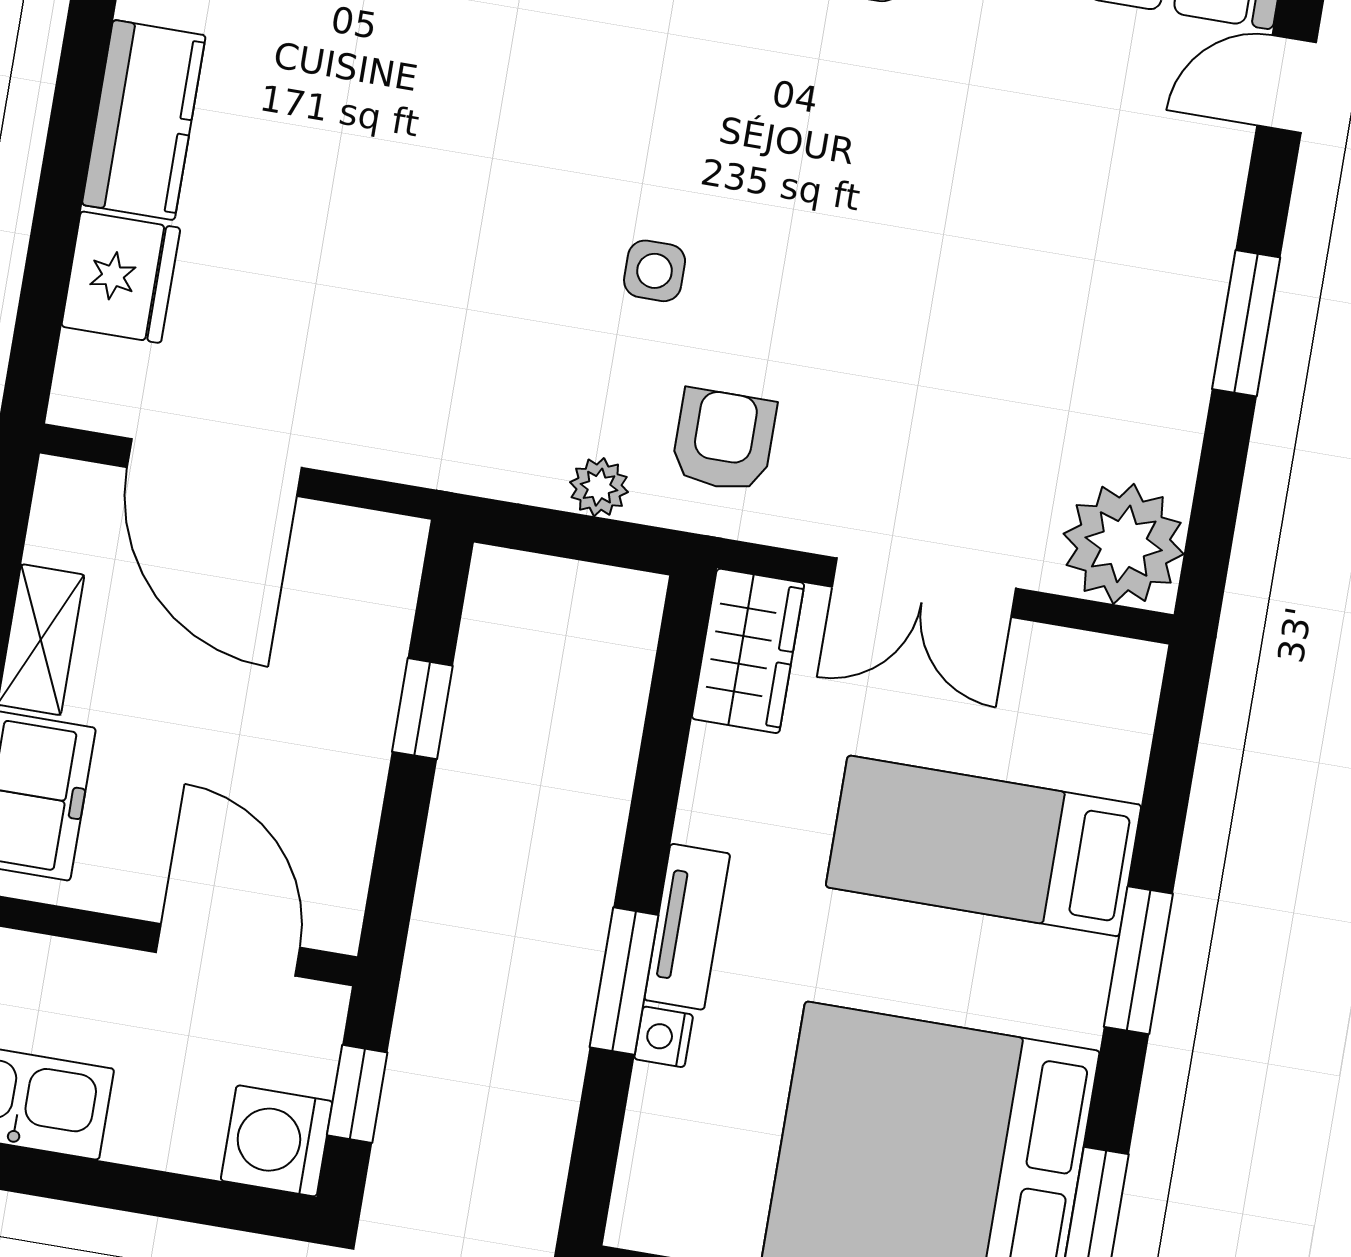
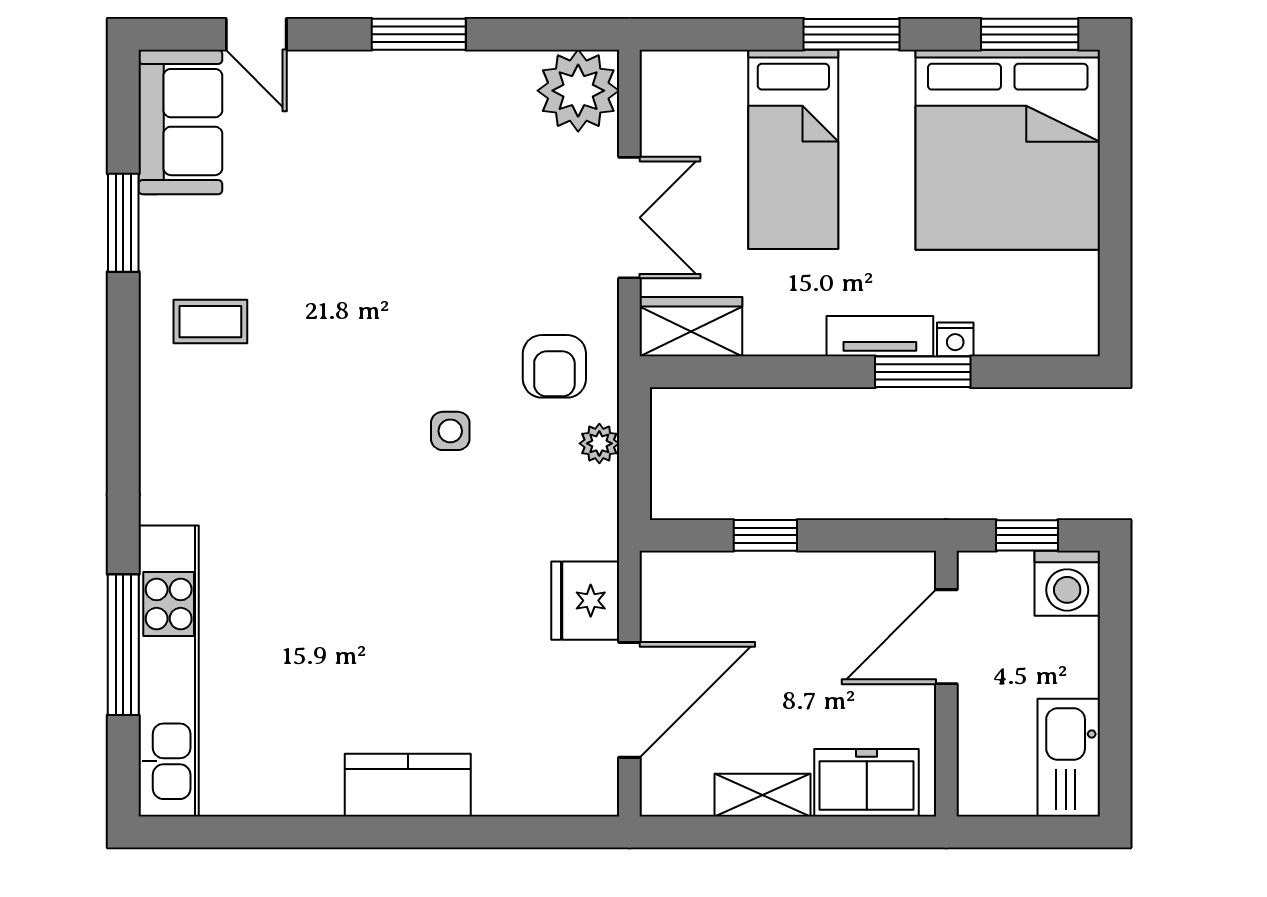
fridge: (121, 277) -> (585, 601), moved, turned -90
armchair: (724, 440) -> (554, 366), turned -90

